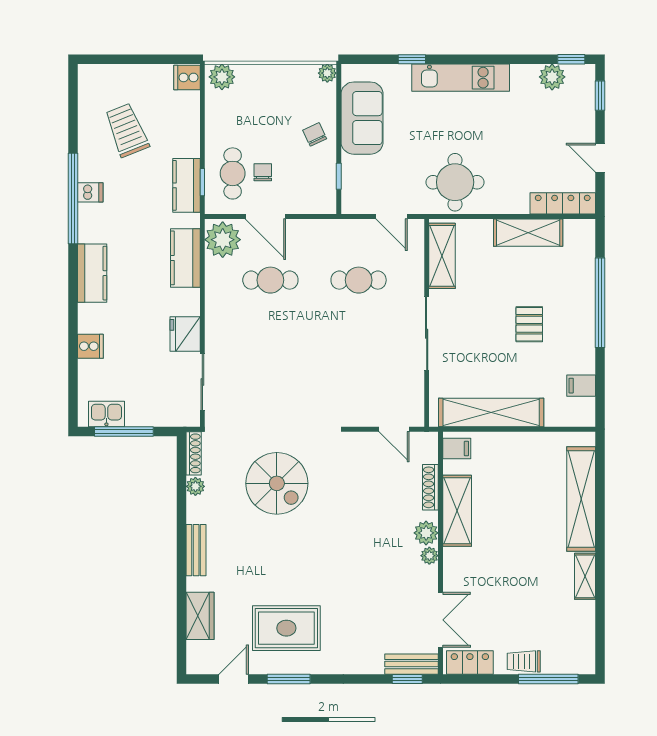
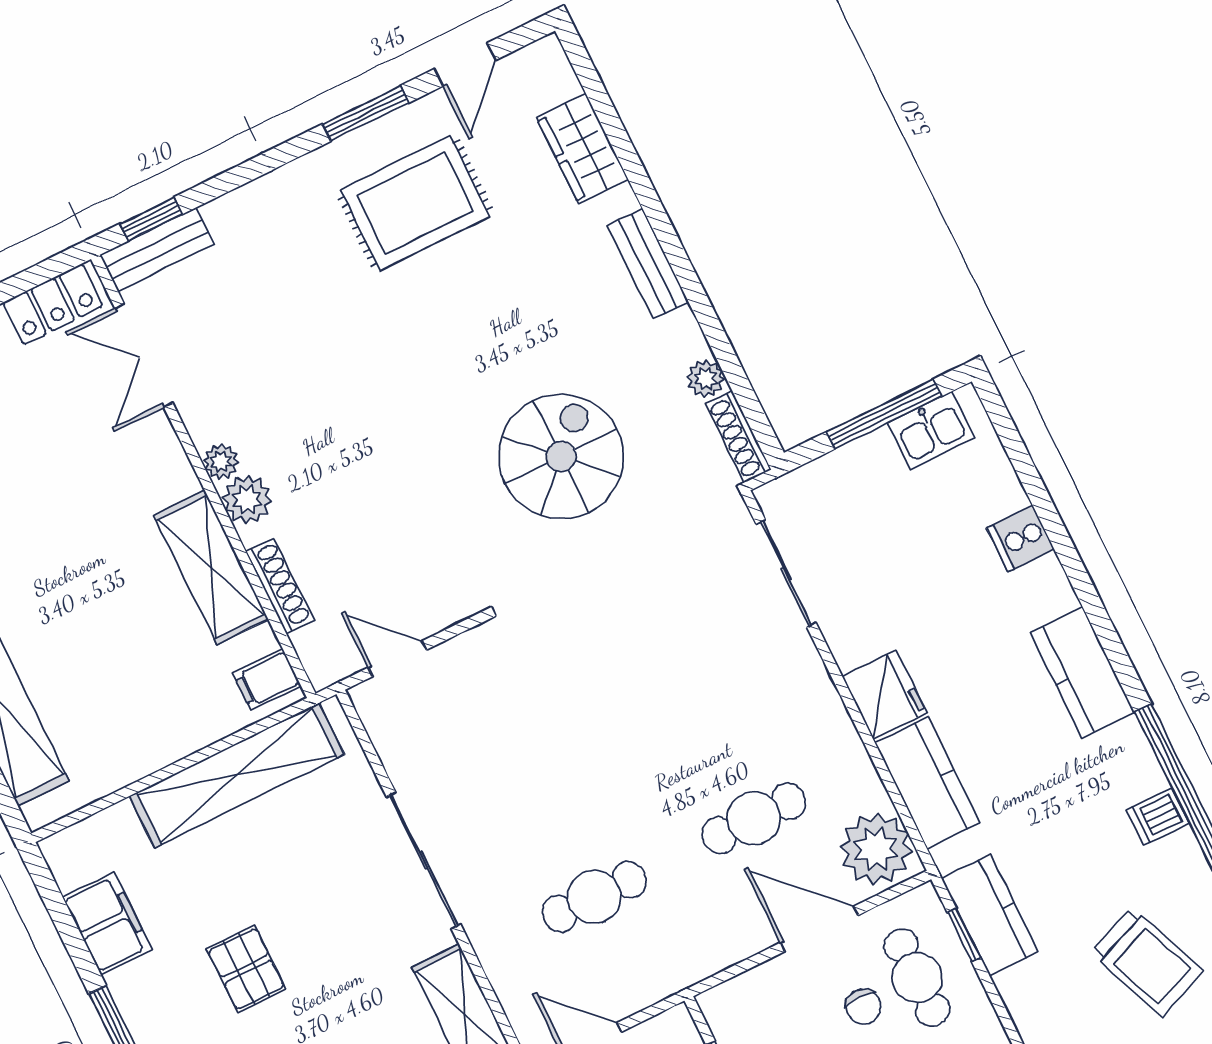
fridge: (185, 334) -> (884, 695), moved
filing cabinet: (581, 386) -> (107, 923), width x2.00
spiral stairs: (277, 483) -> (561, 457), turned 90

